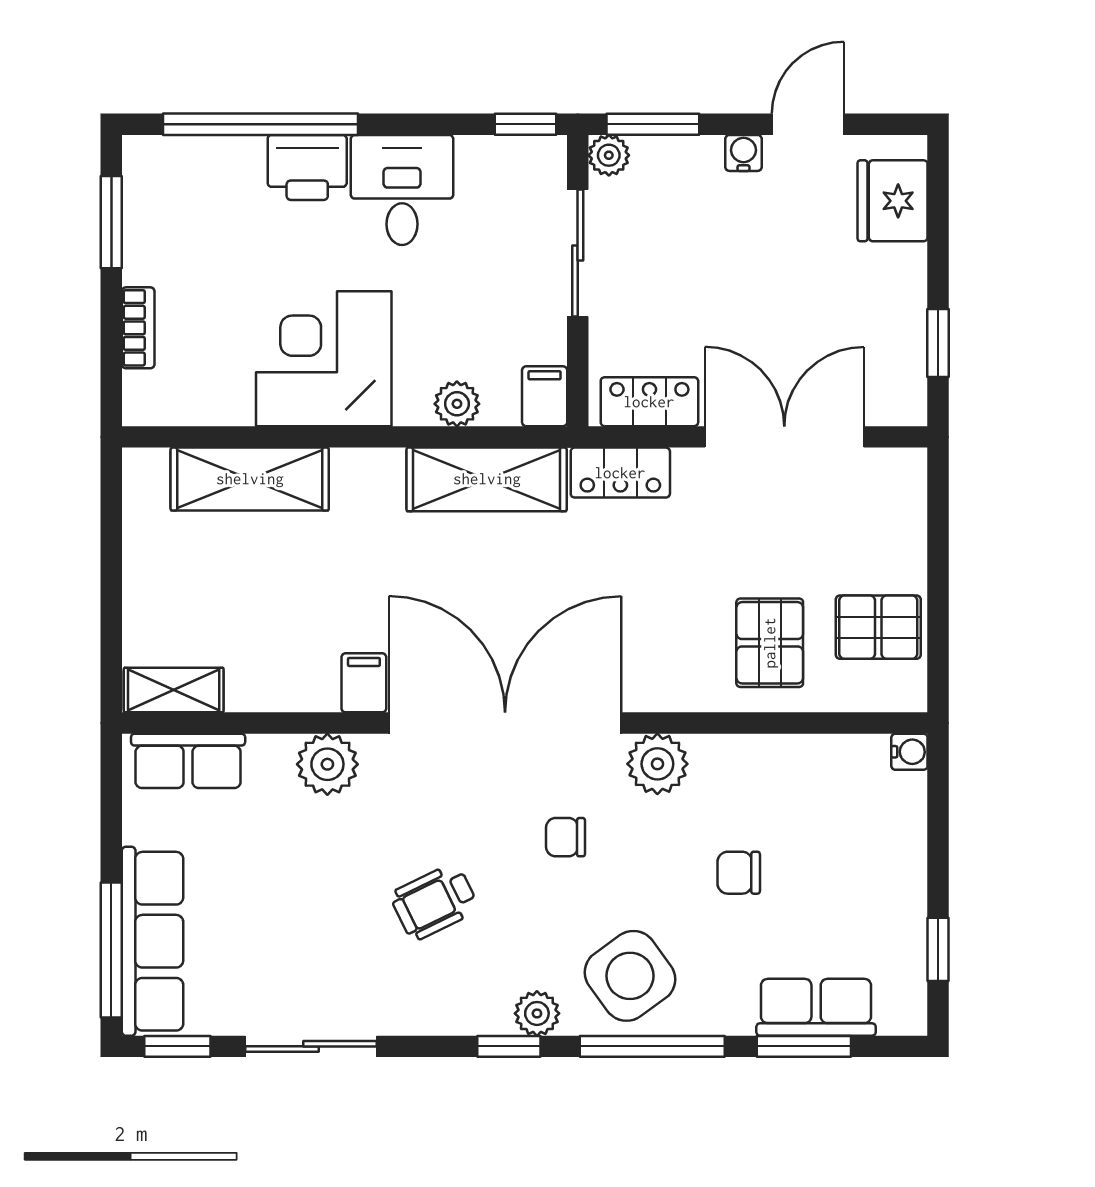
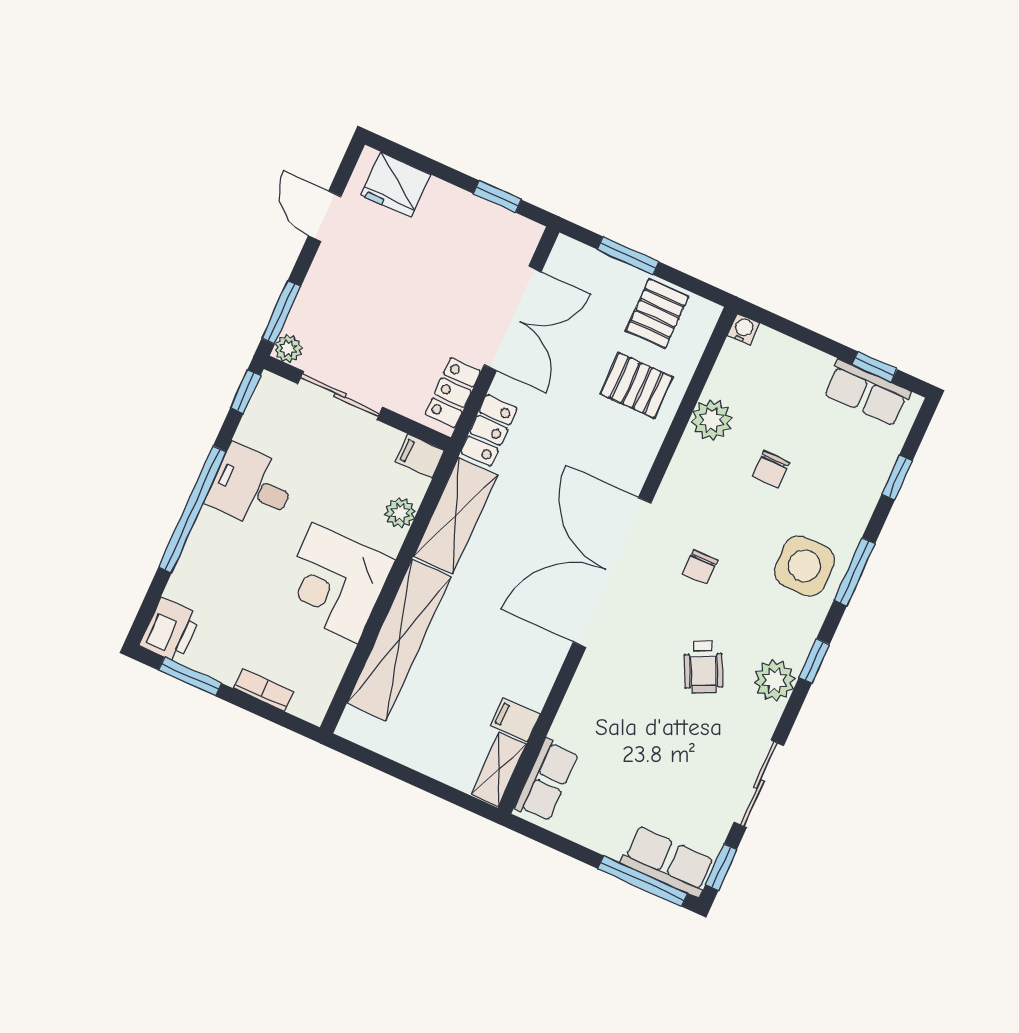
window: (260, 124) -> (192, 509), moved
water cooler: (743, 153) -> (325, 264), removed
printer: (307, 167) -> (170, 630), moved
double door: (784, 437) -> (513, 319), swing flipped
shelving: (250, 479) -> (399, 640), width x1.47
window: (938, 553) -> (628, 256), added
filing cabinet: (364, 683) -> (515, 720), moved
plant: (327, 764) -> (588, 695), removed
plant: (657, 764) -> (712, 420), moved
row of seats: (153, 941) -> (668, 862), width x0.68
side table: (630, 976) -> (804, 566), turned 36
row of seats: (816, 1007) -> (867, 393), moved, turned -90
plant: (537, 1013) -> (775, 680), moved, width x1.38, depth x1.38
window: (652, 1046) -> (854, 572), width x0.69
window: (804, 1046) -> (897, 478), width x0.67

